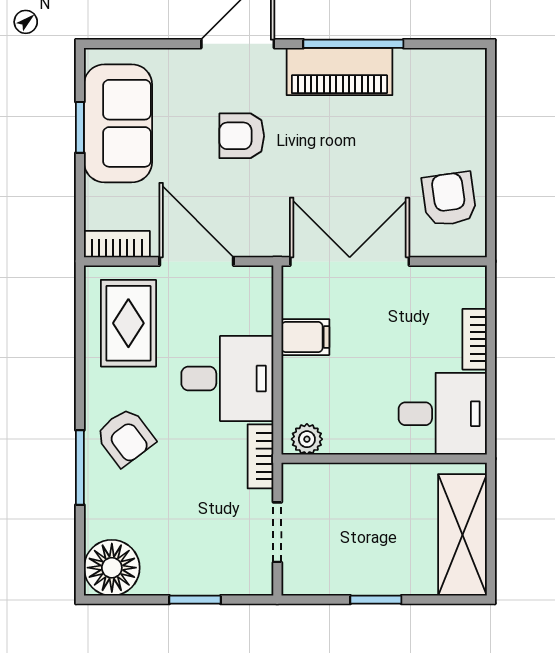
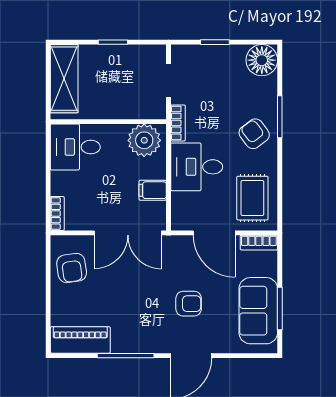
piano: (339, 71) -> (80, 340), moved
window: (80, 127) -> (280, 308), width x1.50
bookcase: (475, 339) -> (57, 213), moved
plant: (307, 439) -> (144, 140), width x1.87, depth x1.87

